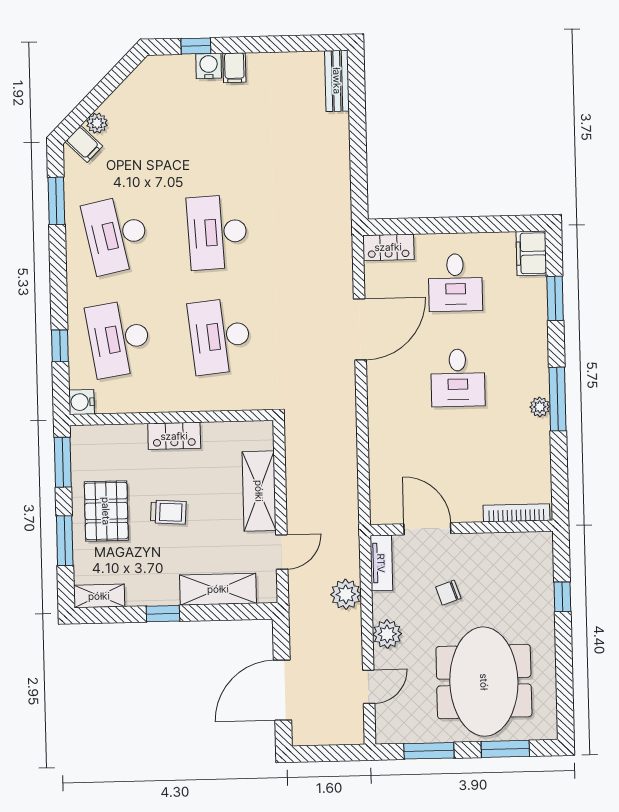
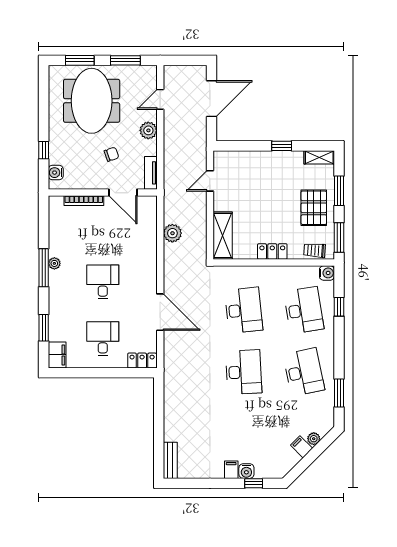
filing cabinet: (84, 144) -> (302, 447), moved
door: (360, 329) -> (160, 312), swing flipped
shelving: (259, 491) -> (223, 236), moved
trolley: (168, 512) -> (315, 250), moved
bookcase: (516, 513) -> (84, 201), moved
water cooler: (541, 560) -> (56, 173), added
shelving: (218, 589) -> (248, 160), removed
plant: (346, 594) -> (172, 233), moved

